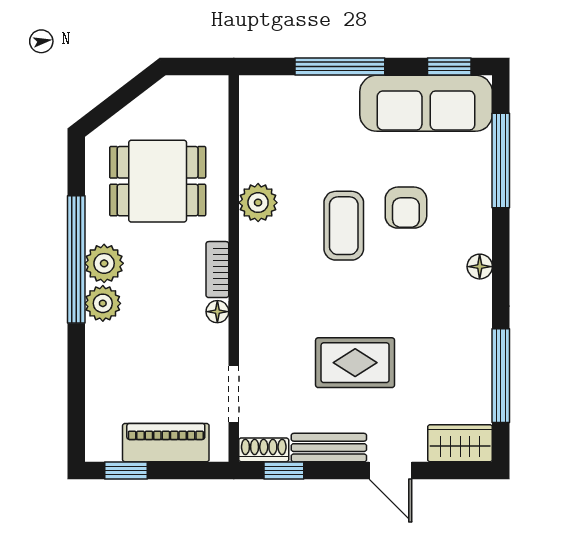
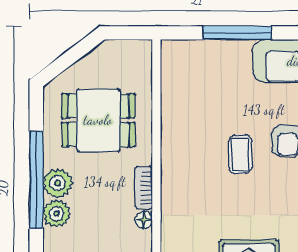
plant: (258, 203) -> (175, 137), removed
coffee table: (344, 226) -> (240, 154), width x0.73, depth x0.77

